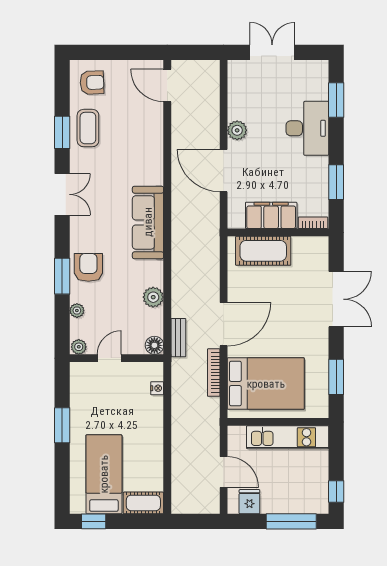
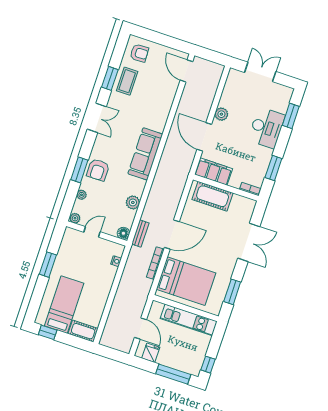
filing cabinet: (271, 215) -> (213, 172), moved
armchair: (88, 267) -> (98, 170), turned 180

